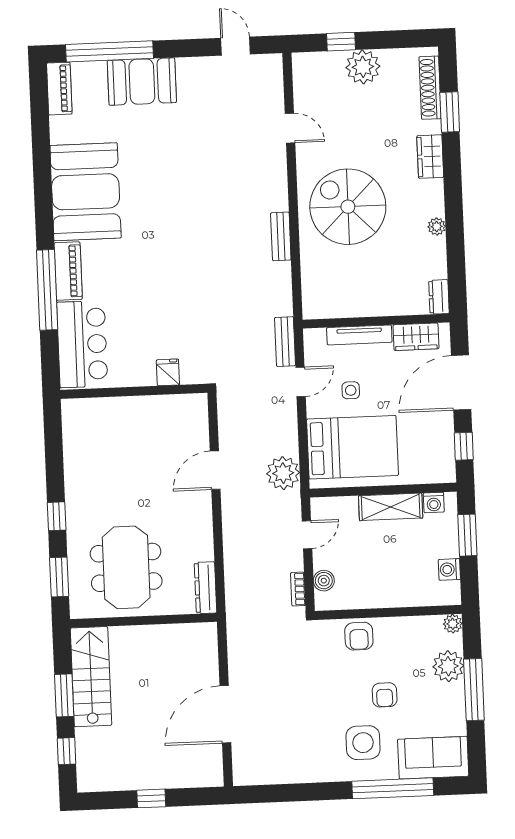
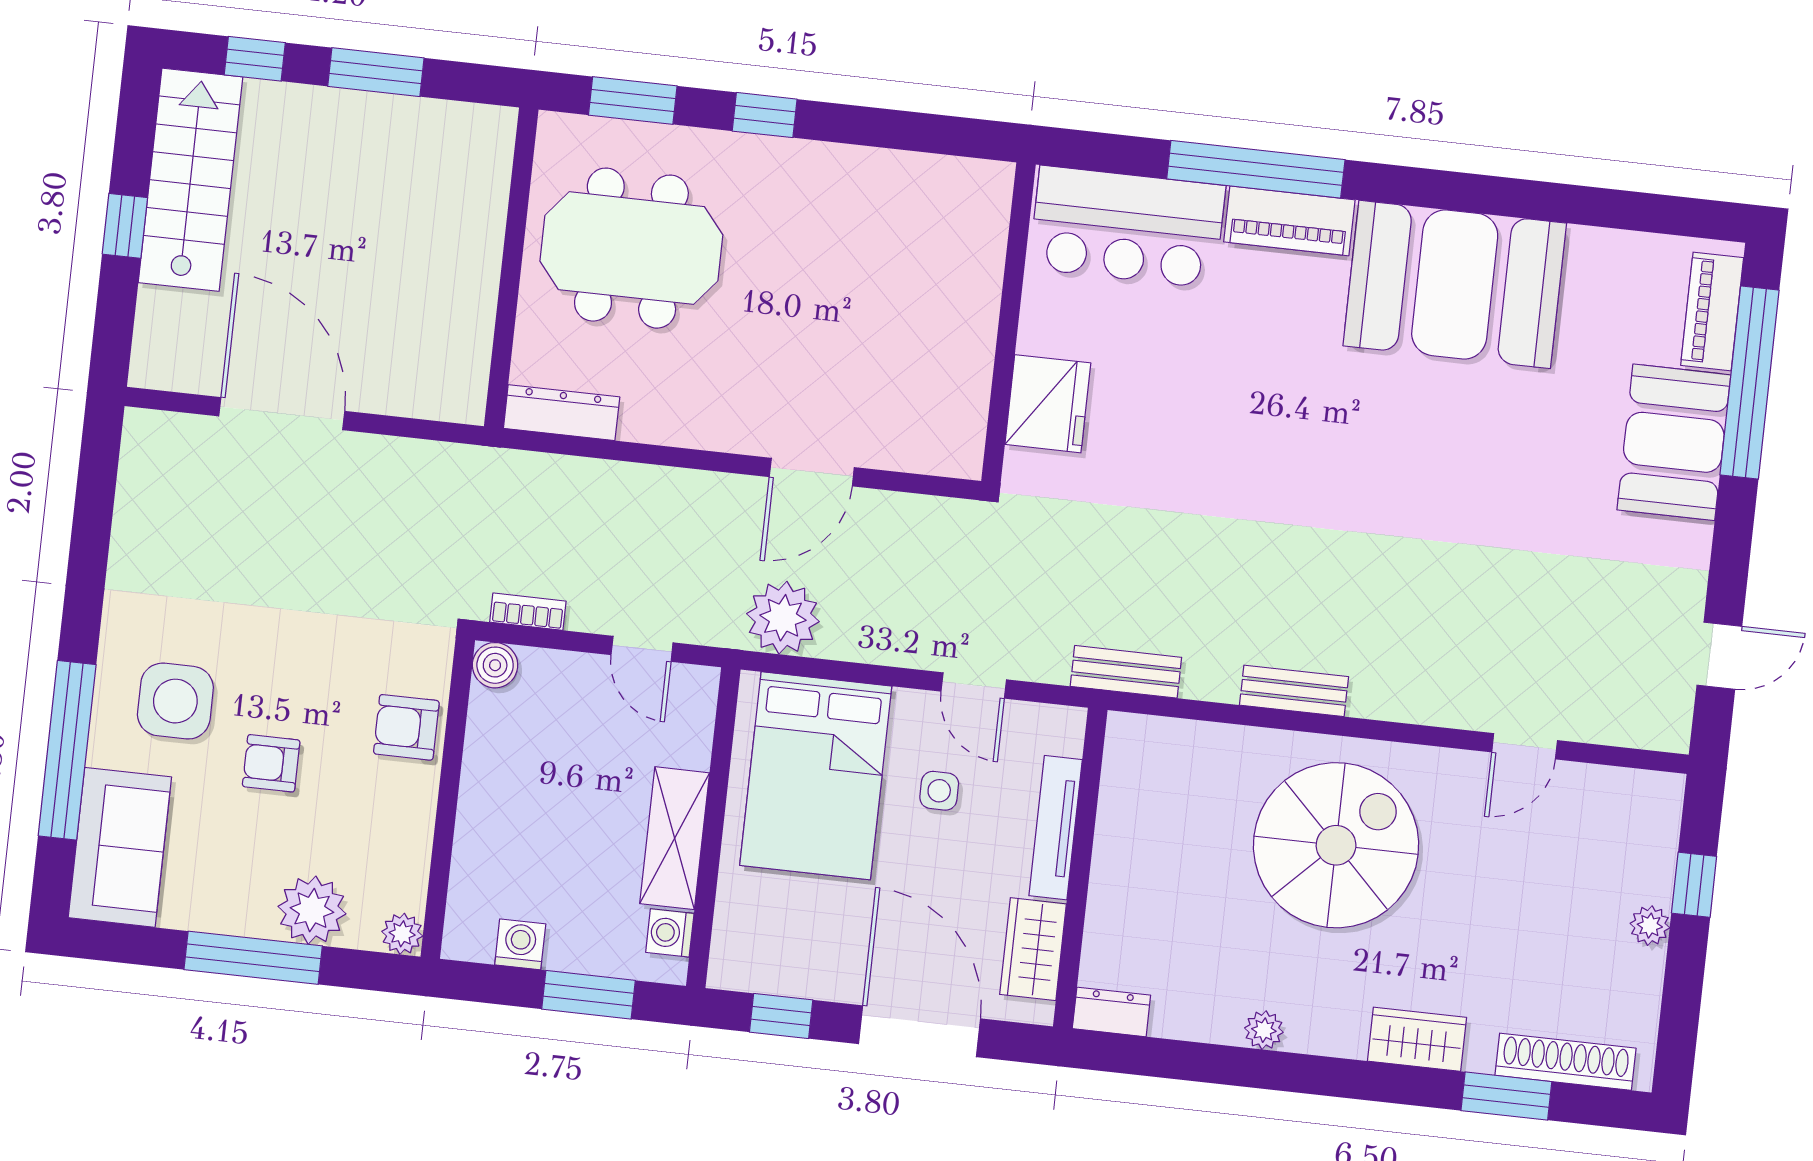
plant: (363, 67) -> (1650, 926), width x0.53, depth x0.53
piano: (59, 89) -> (1712, 311), moved, turned 90
bench: (285, 342) -> (1126, 672), moved
fridge: (168, 372) -> (1048, 404), width x1.88, depth x1.34
door: (215, 470) -> (812, 472), swing flipped
boiler: (324, 581) -> (495, 665), moved
stairs: (91, 677) -> (190, 180), moved, turned -90

